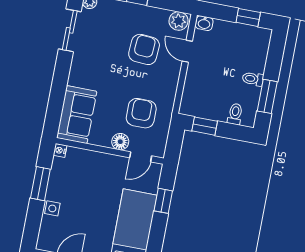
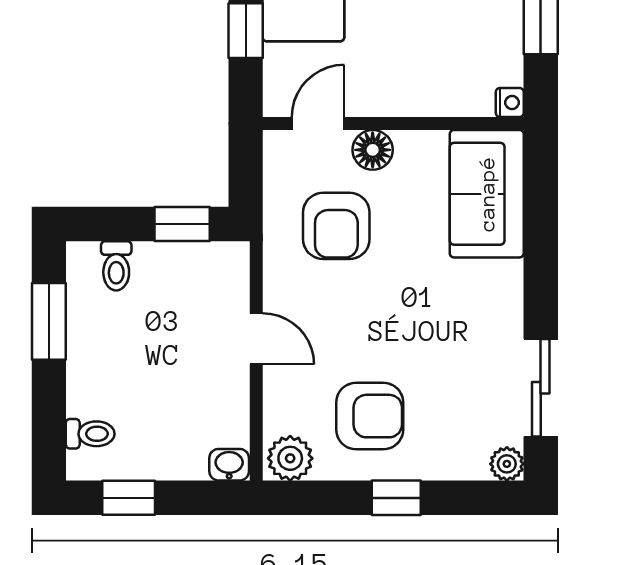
armchair: (144, 49) -> (370, 416), moved, turned -94
door: (187, 51) -> (256, 339), moved
toilet: (253, 79) -> (90, 434), moved

